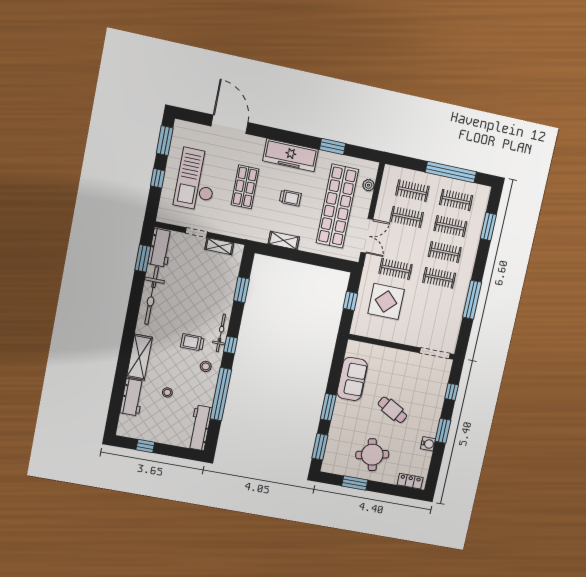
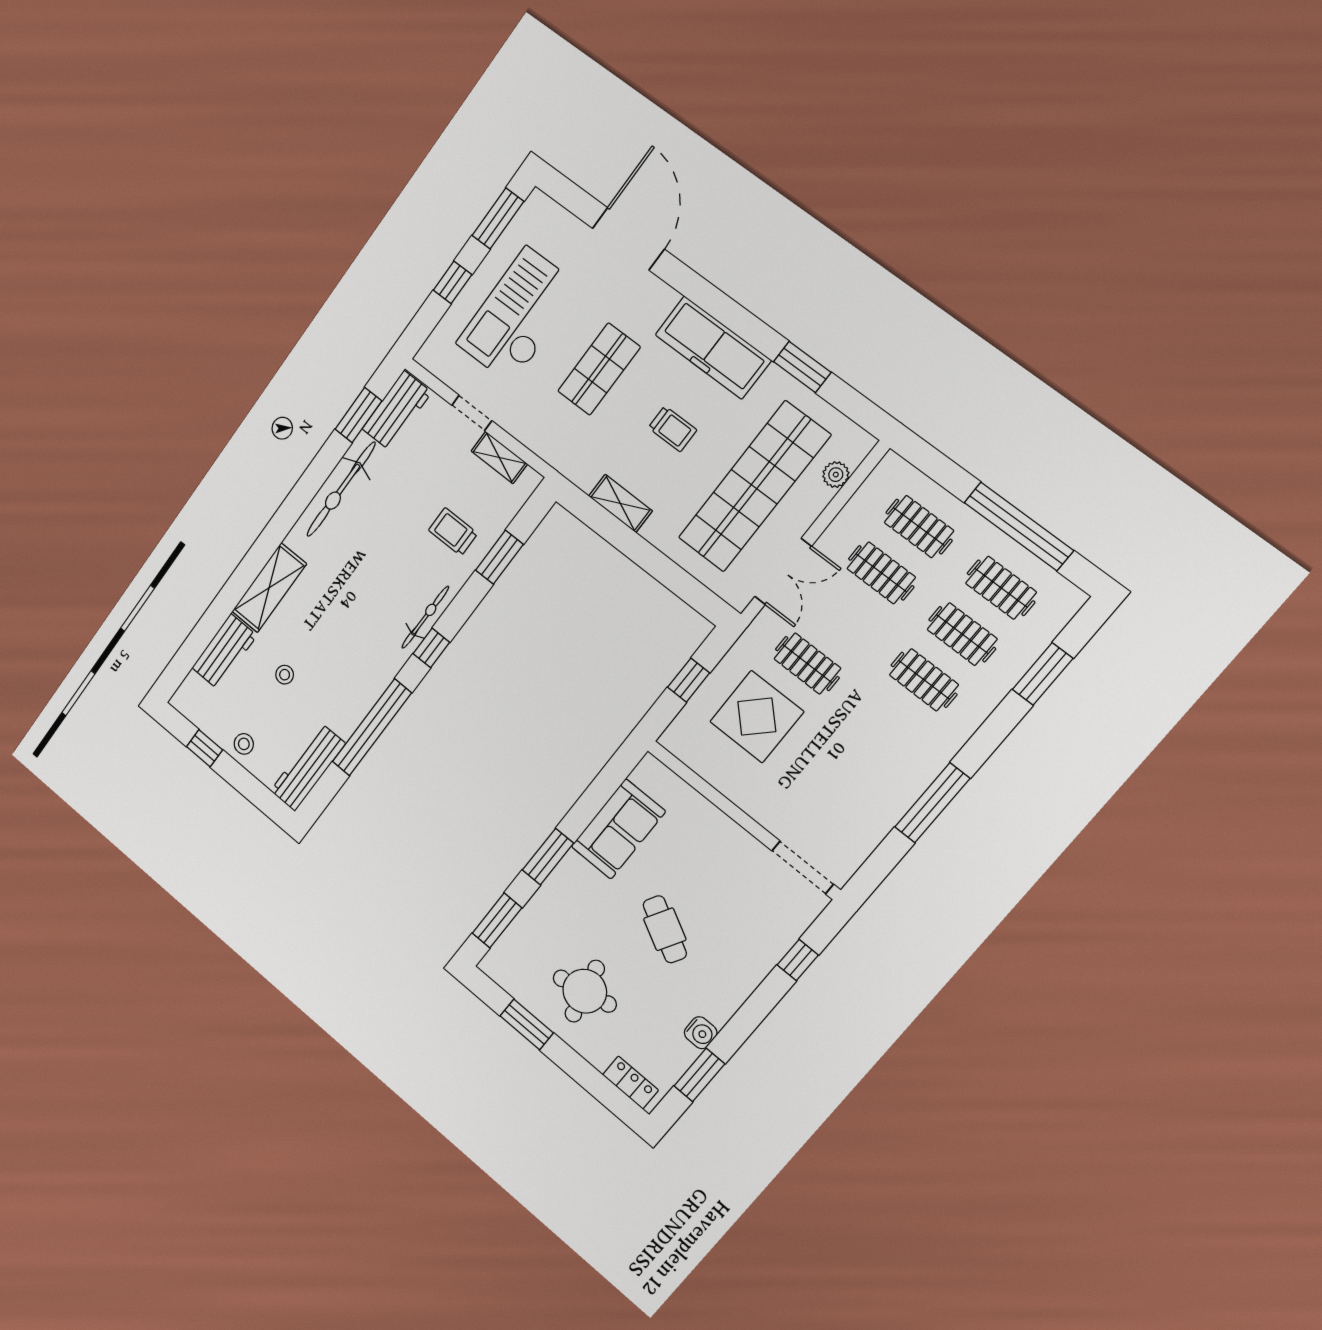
clothes rail: (439, 278) -> (886, 725), removed
trolley: (192, 342) -> (453, 532), moved
stool: (206, 366) -> (244, 744), moved
window: (443, 431) -> (699, 1075), moved

